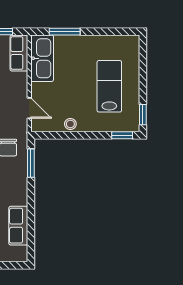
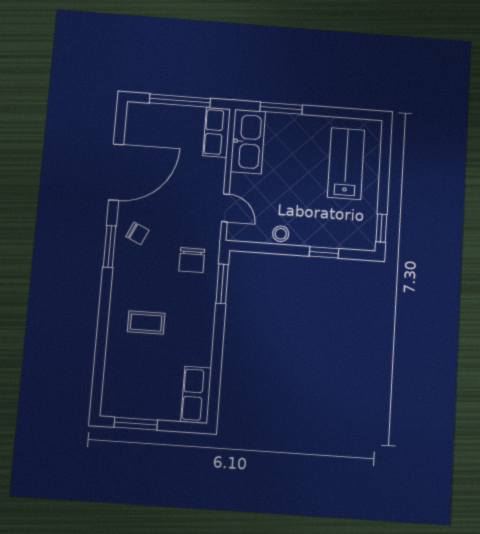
lab bench: (109, 86) -> (346, 164), moved
window: (122, 135) -> (324, 252), moved
row of seats: (18, 226) -> (196, 395), moved

